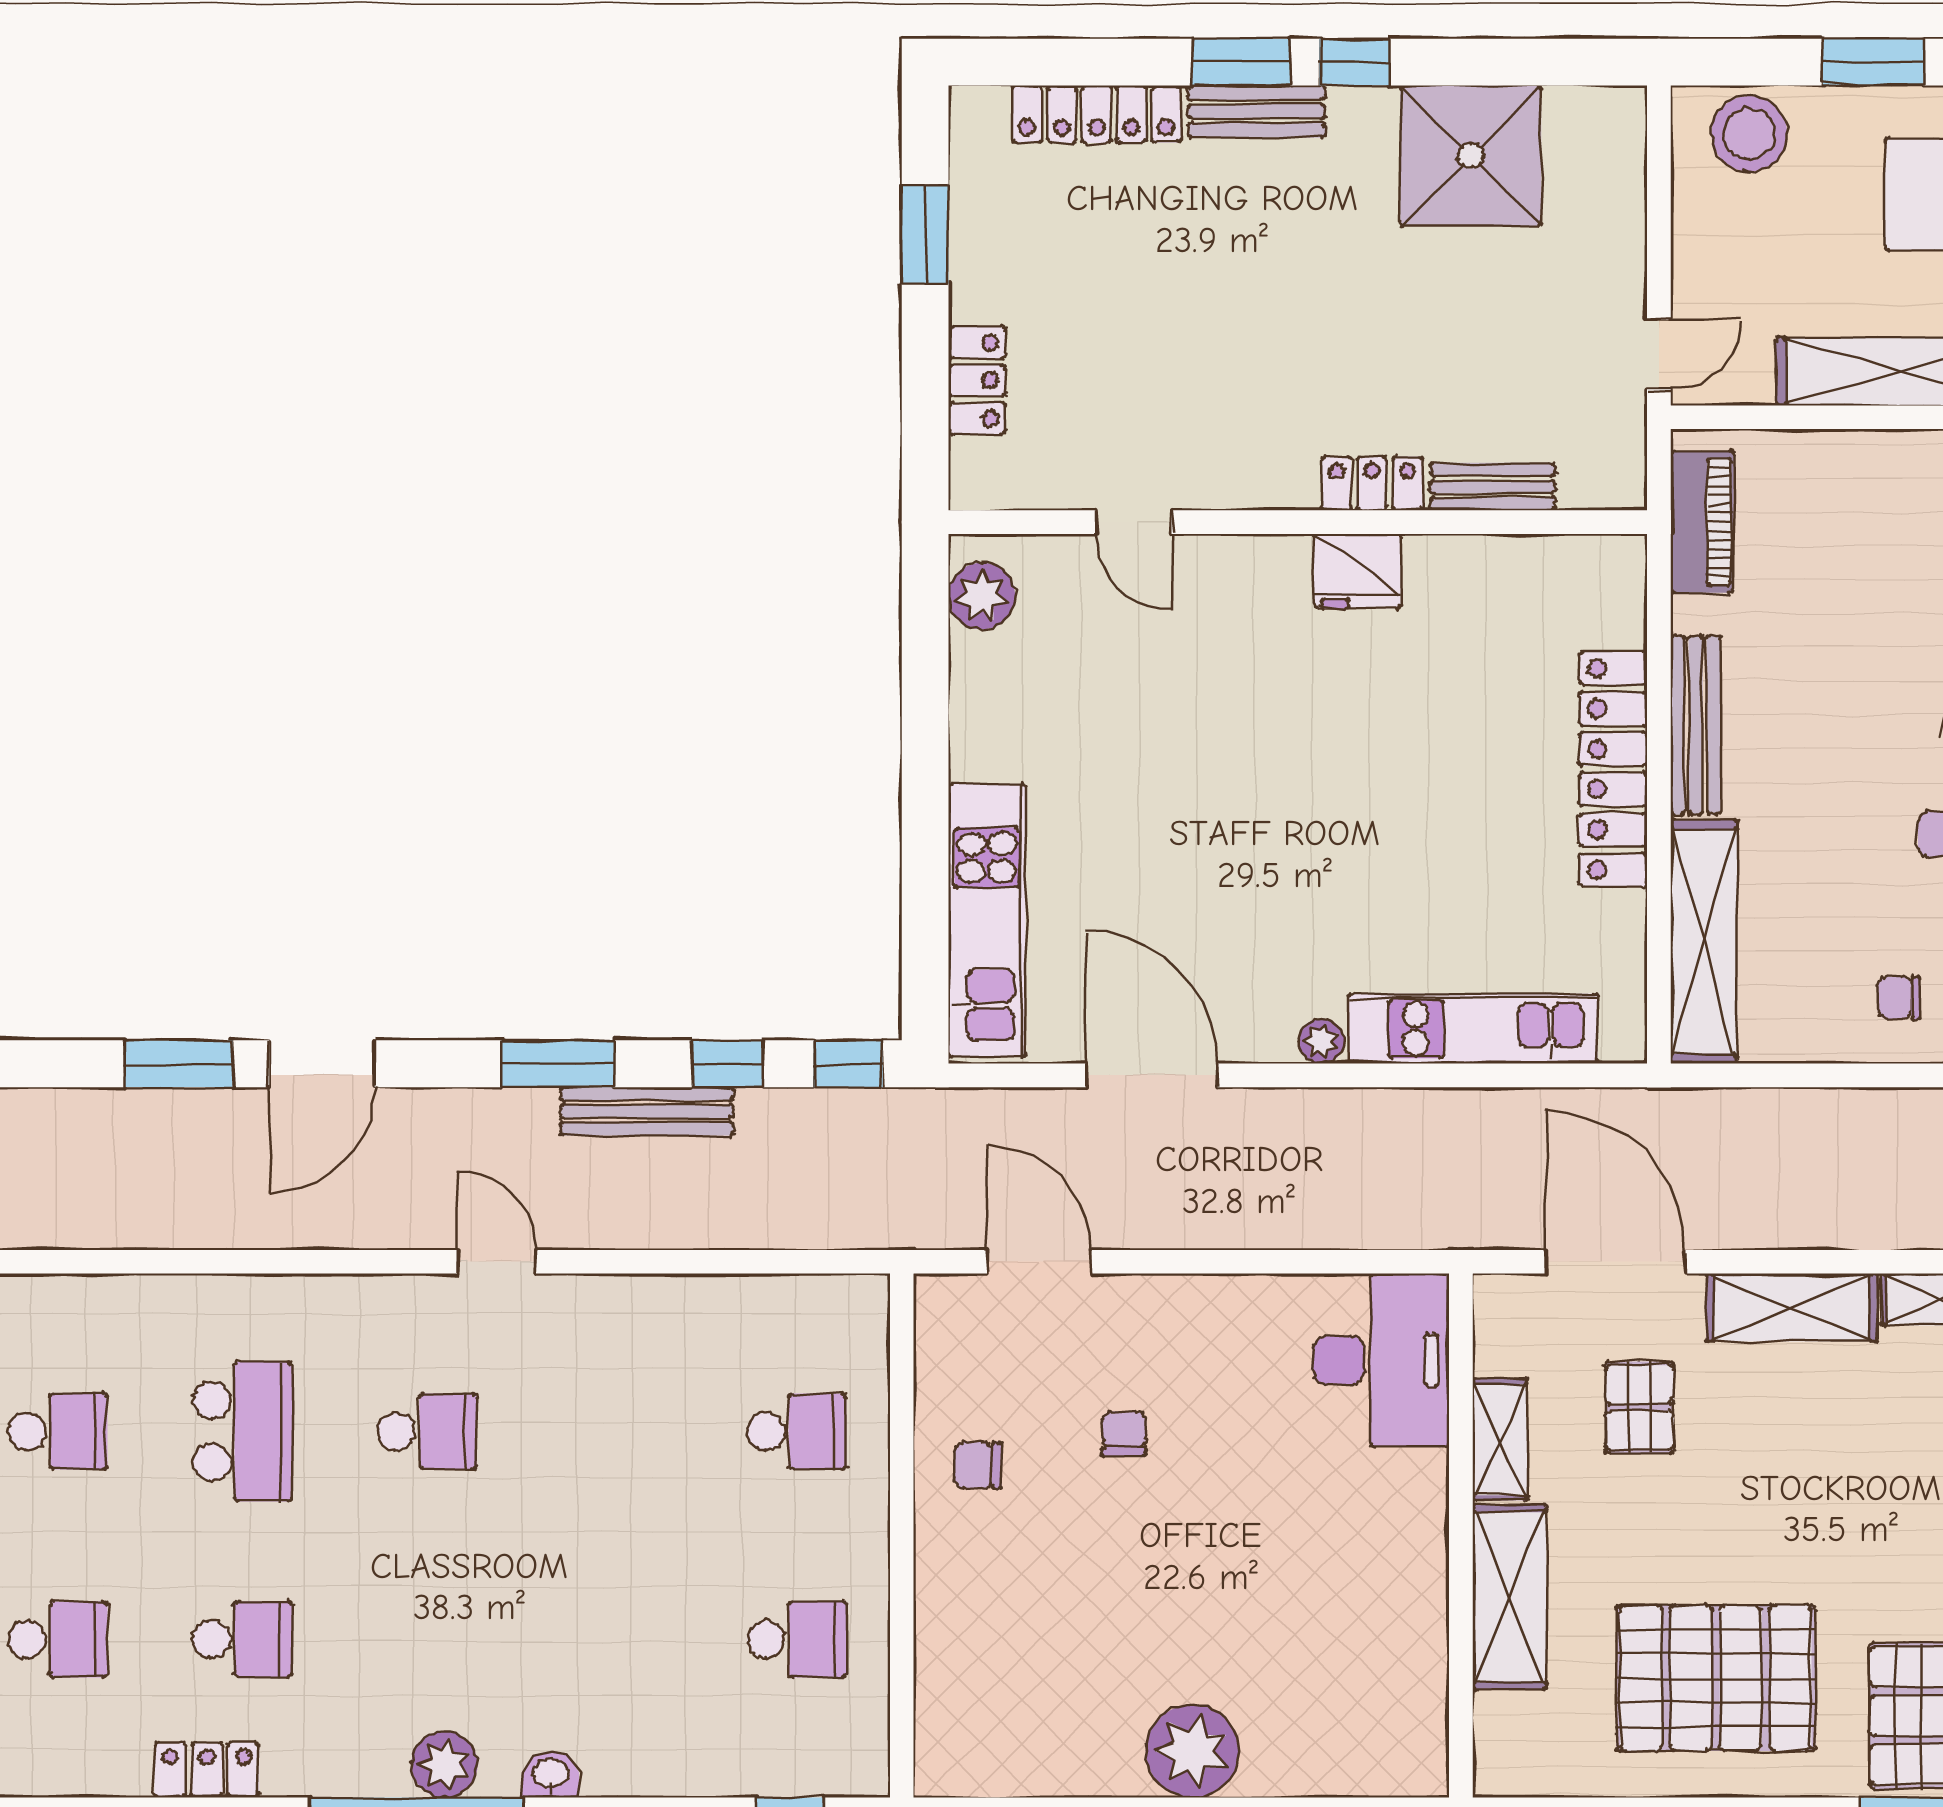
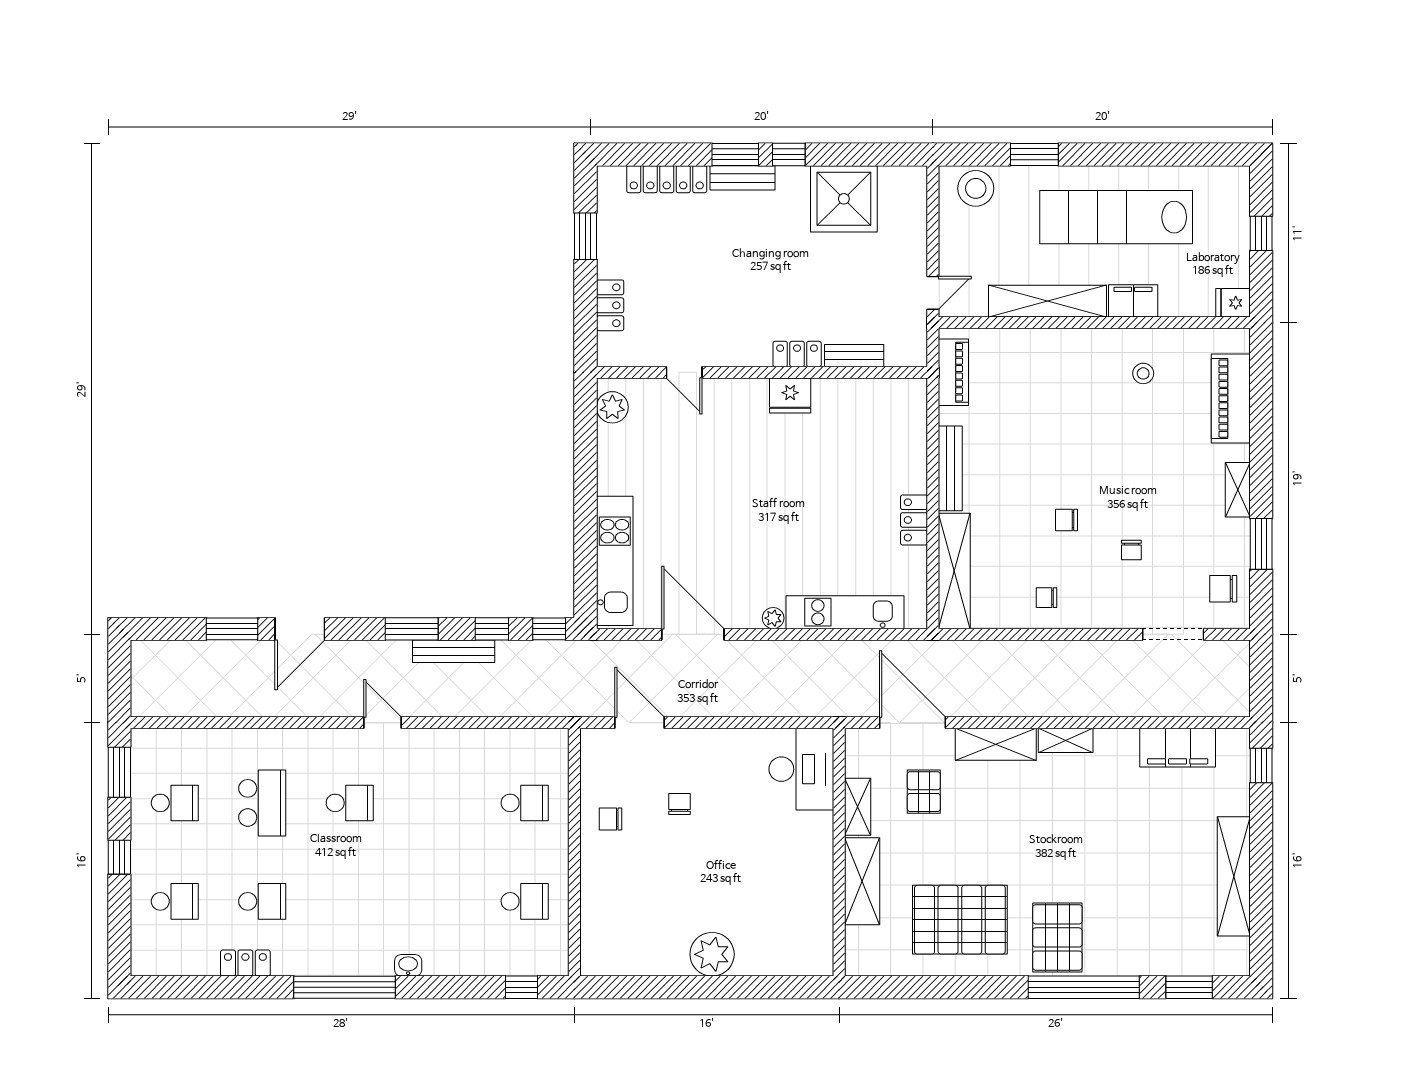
locker: (1613, 769) -> (914, 520), width x0.46, depth x0.83
plant: (445, 1765) -> (358, 961), removed

